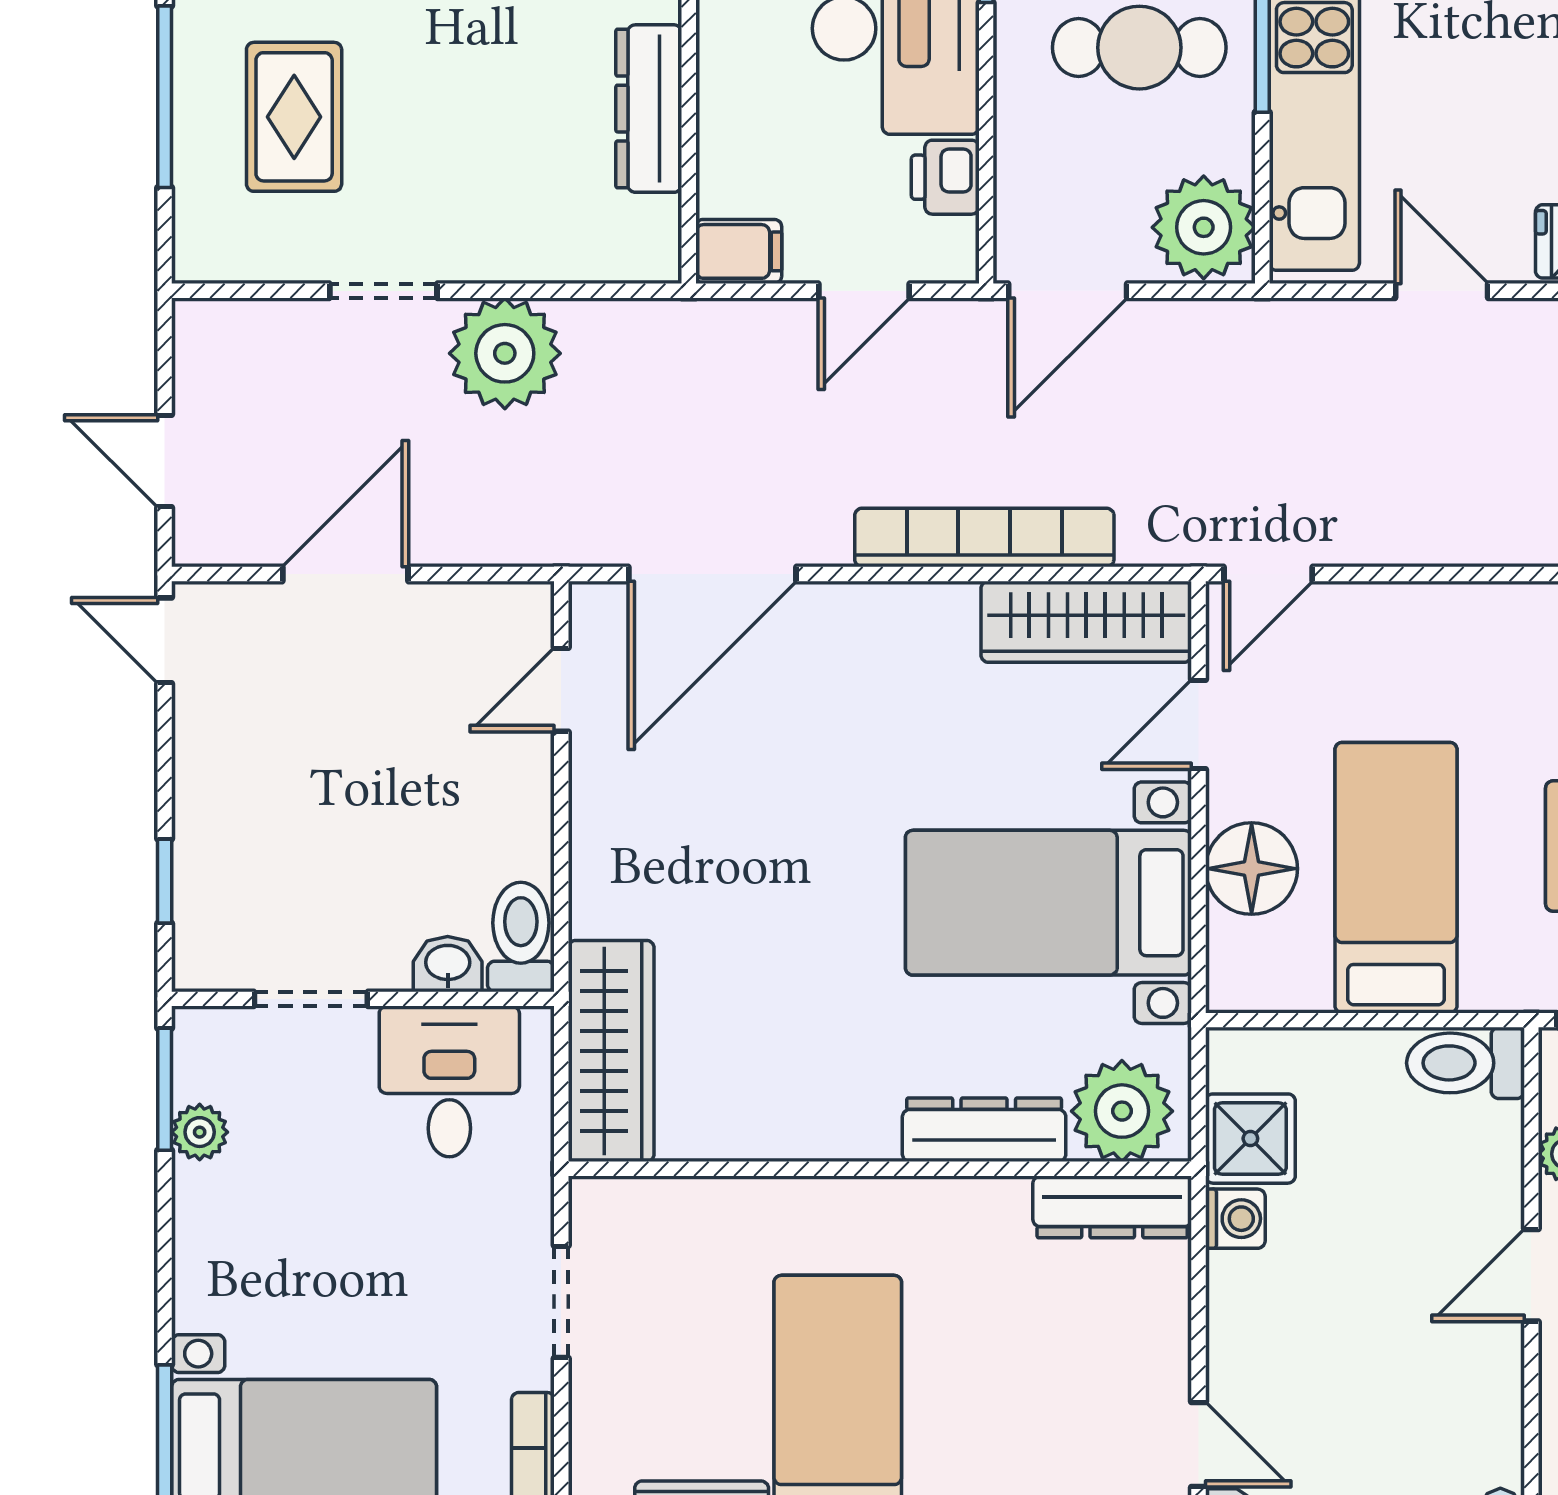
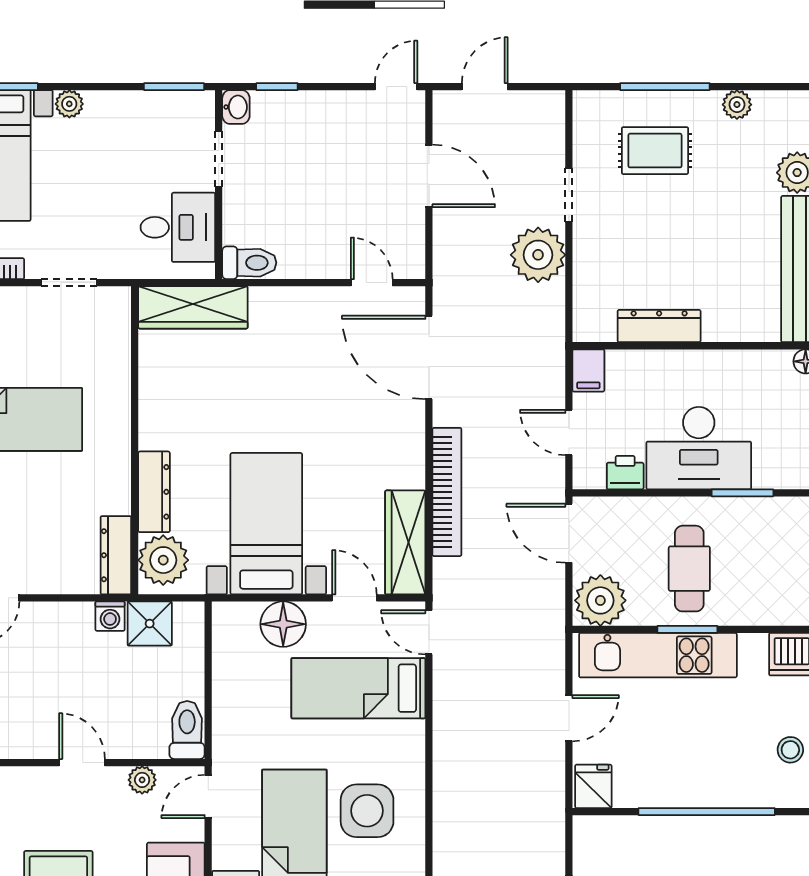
bed: (1396, 878) -> (358, 688), moved, turned 180
washbasin: (448, 964) -> (236, 107), moved
plant: (200, 1132) -> (69, 104), moved

